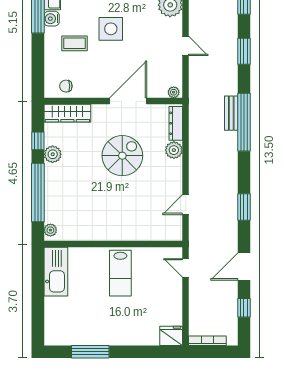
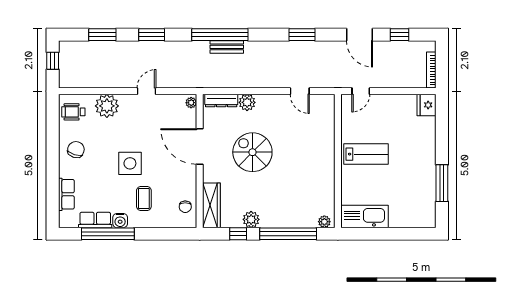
bench: (231, 113) -> (227, 47), moved

